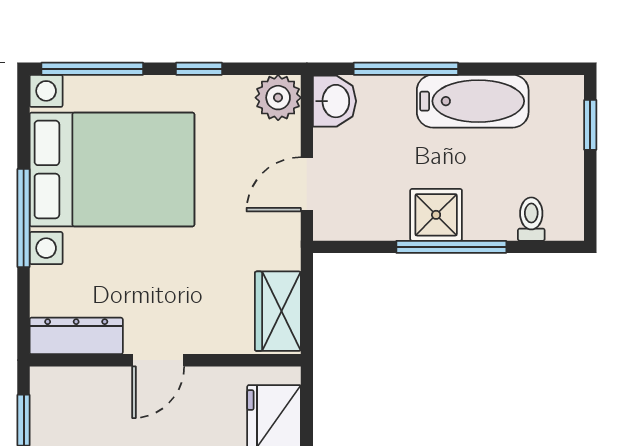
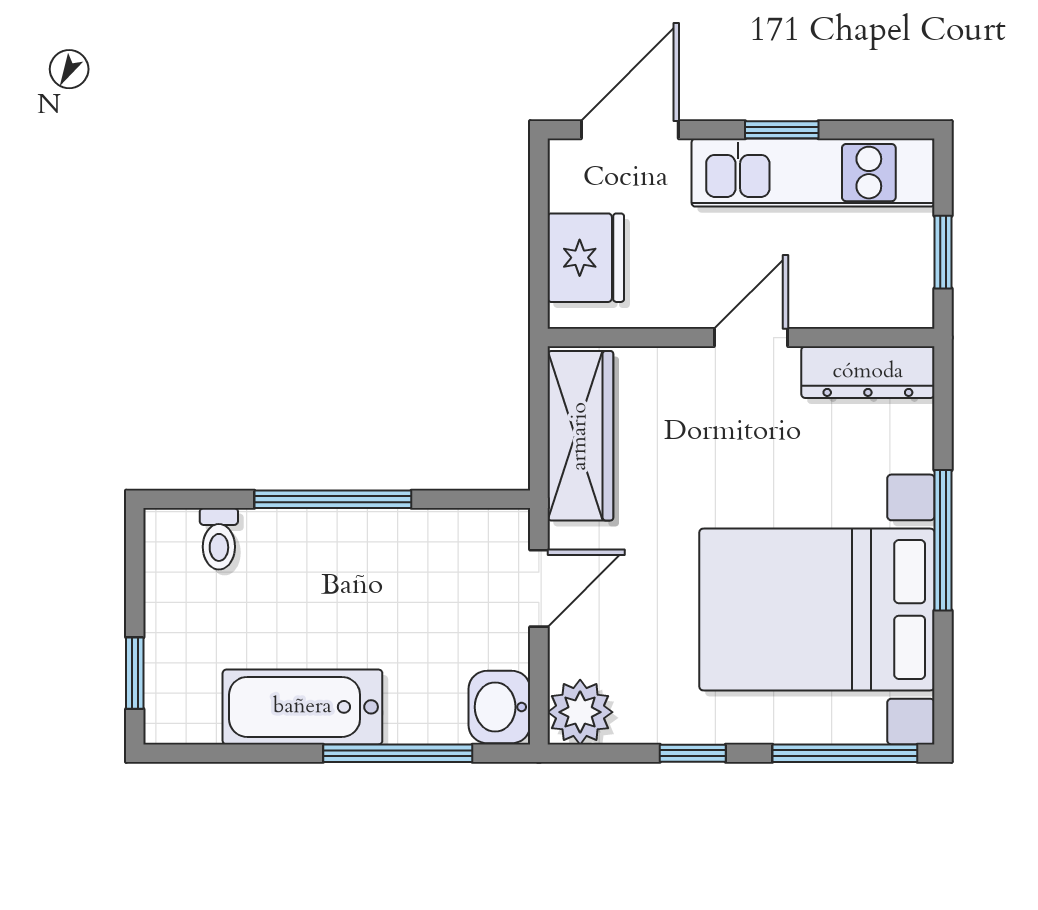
shower: (436, 215) -> (355, 545), removed
wardrobe: (278, 311) -> (580, 436), width x1.50

